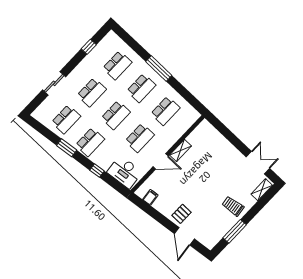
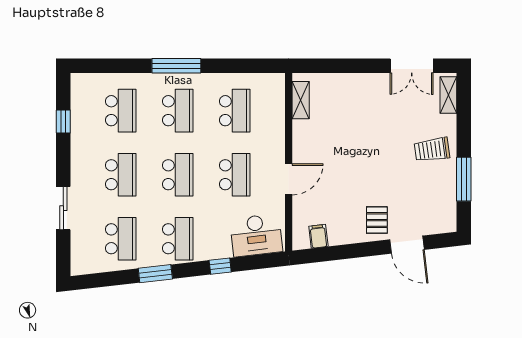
shelving: (181, 150) -> (301, 100), moved
double door: (258, 163) -> (412, 66), swing flipped

